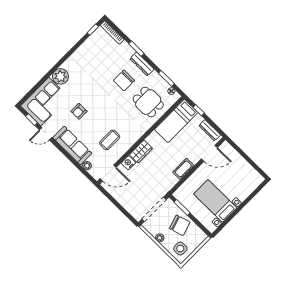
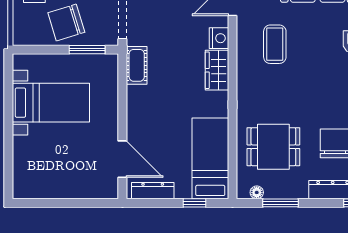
door: (209, 153) -> (122, 159), swing flipped
cot: (183, 169) -> (137, 65), moved

